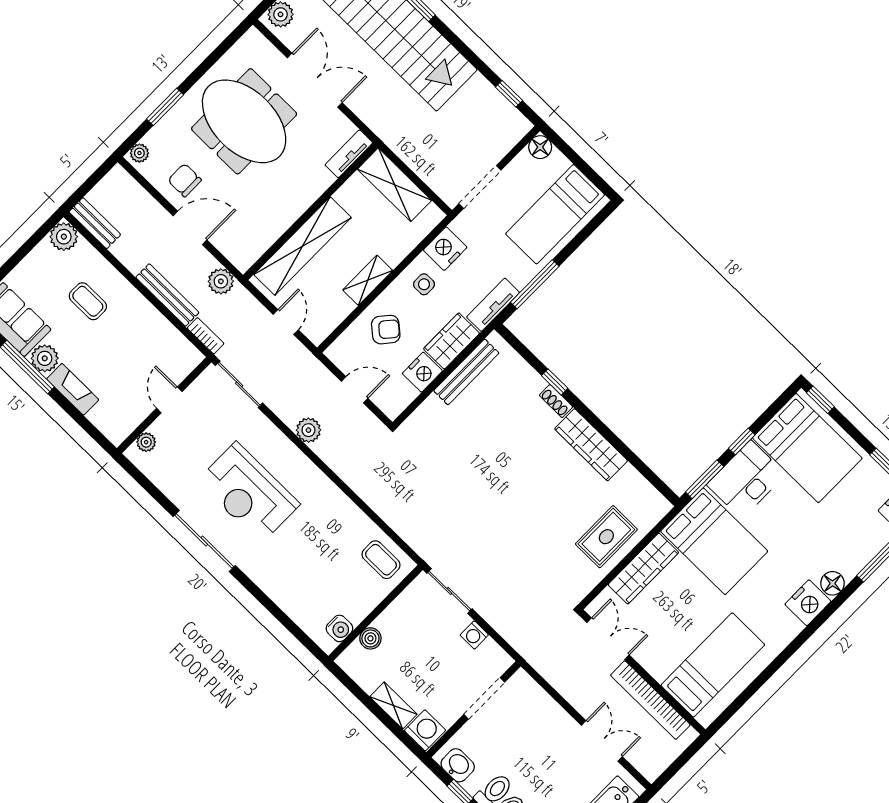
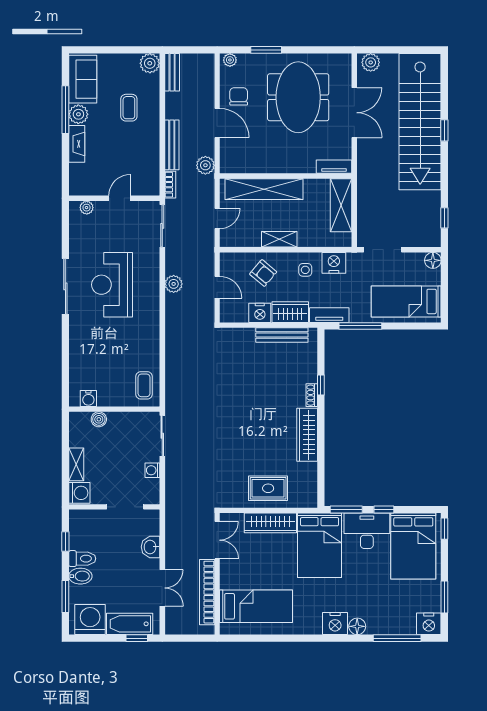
washbasin: (458, 765) -> (151, 547), moved, turned 180

